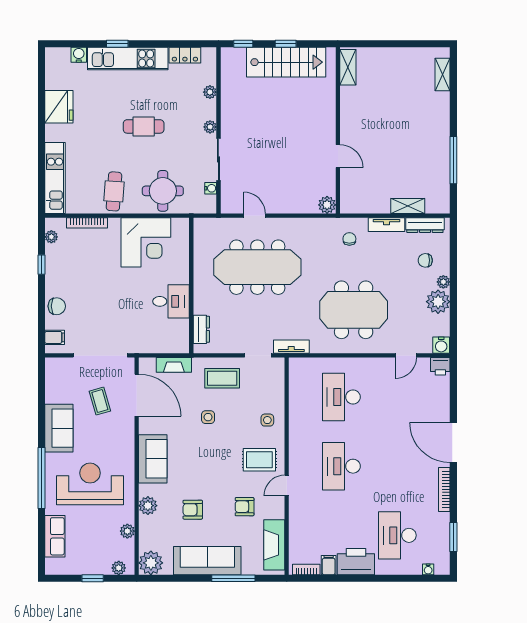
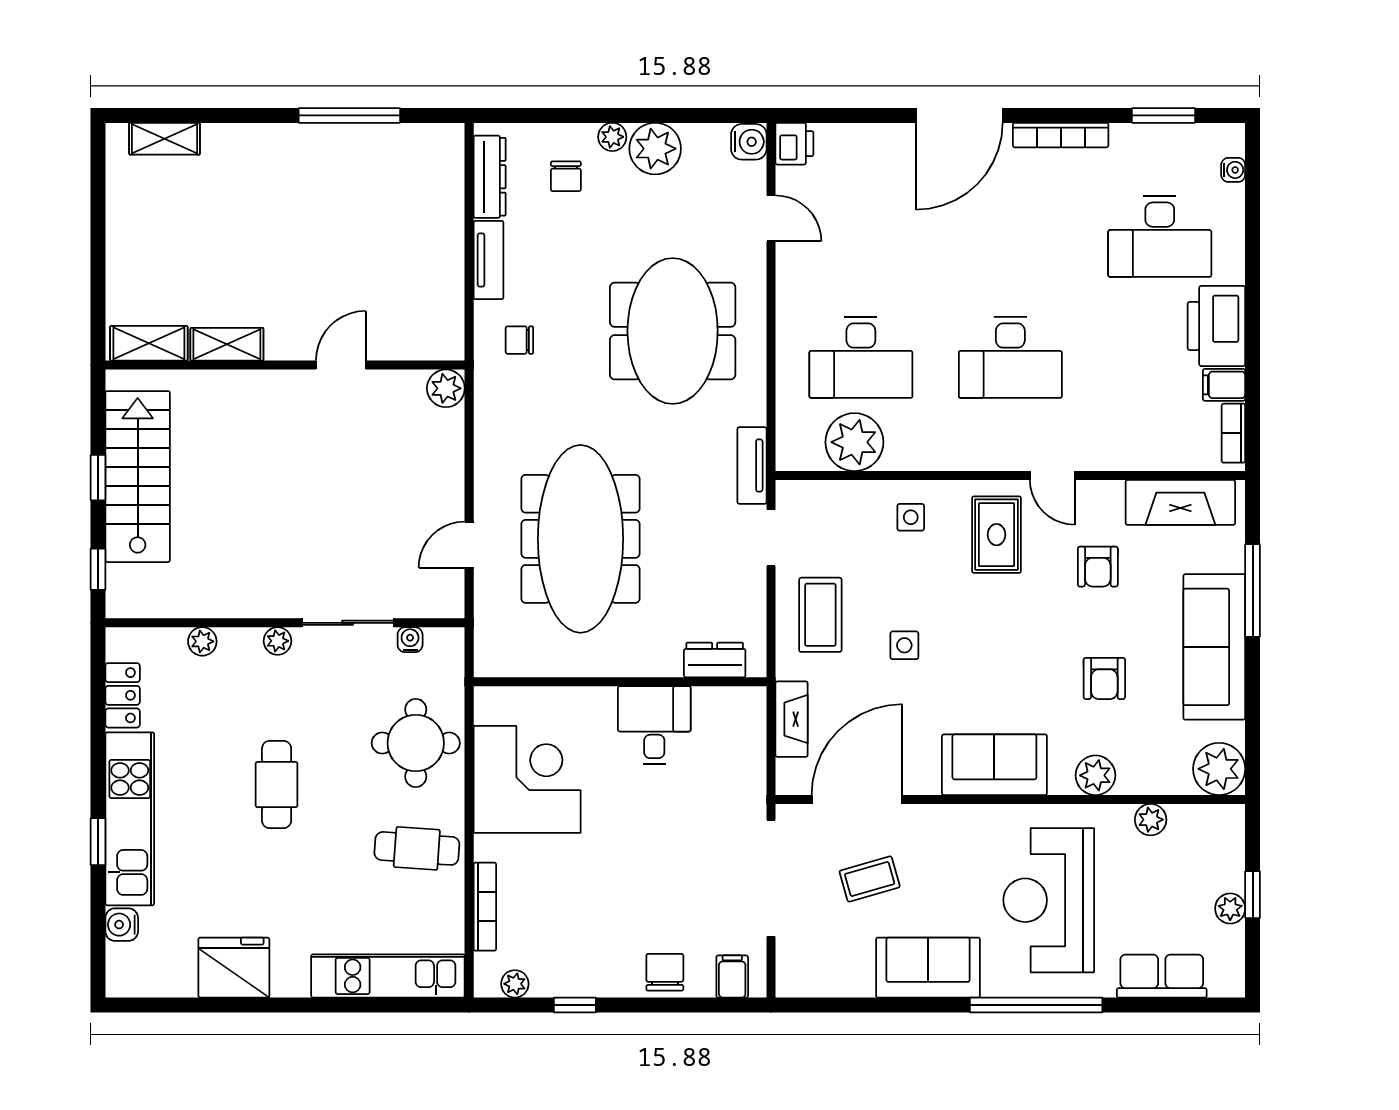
shelving: (408, 206) -> (227, 344), moved, turned 90
plant: (302, 394) -> (854, 442), added
plant: (119, 568) -> (1230, 909), moved

